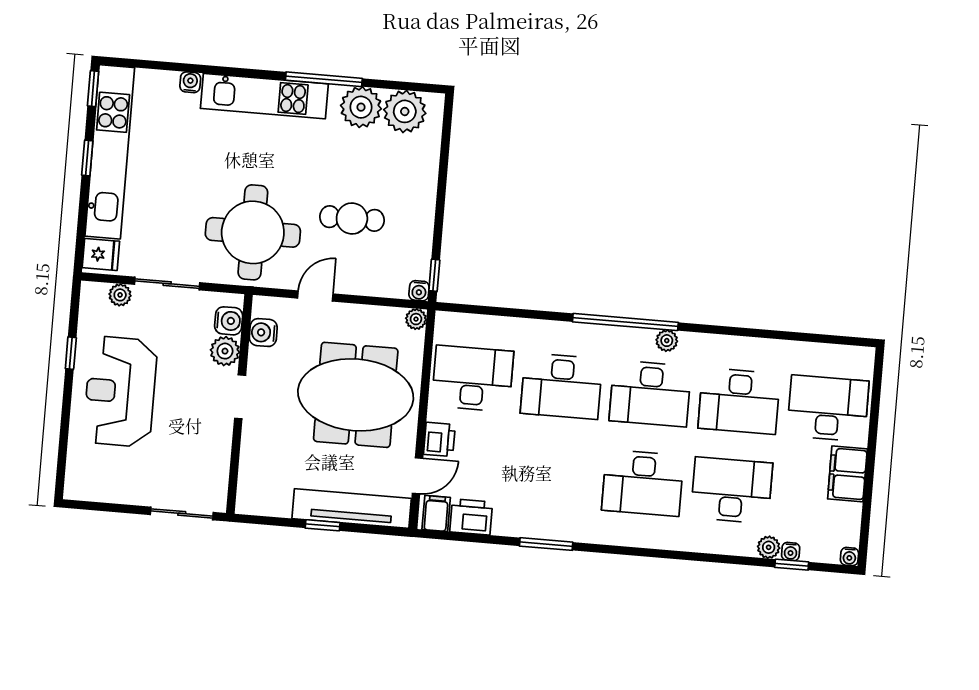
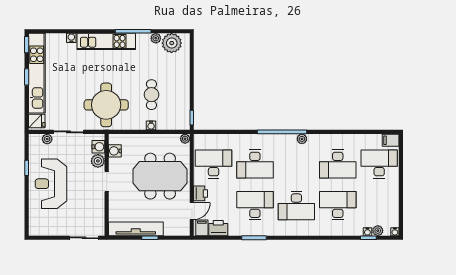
plant: (361, 107) -> (156, 38), width x0.53, depth x0.53
cafe table: (352, 219) -> (151, 95), turned 90
water cooler: (419, 291) -> (151, 125), moved
door: (315, 296) -> (137, 132), removed
desk: (650, 393) -> (255, 206), moved, turned 180
filing cabinet: (847, 474) -> (391, 140), moved, width x0.50
tv unit: (352, 508) -> (136, 229), moved
plant: (769, 547) -> (378, 231), moved

